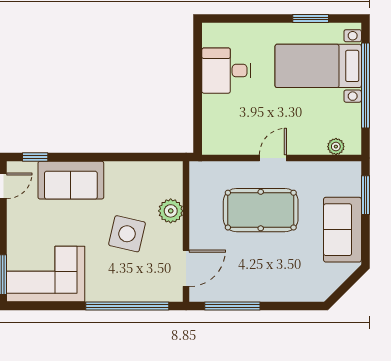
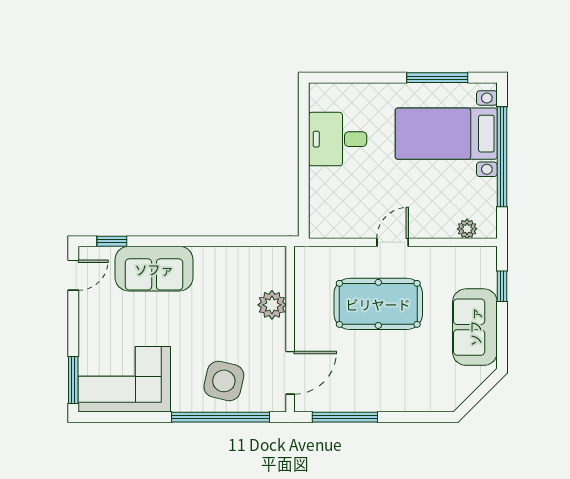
window: (311, 19) -> (437, 78), width x1.44
window: (365, 195) -> (502, 286), width x0.67
side table: (127, 234) -> (224, 381), moved

